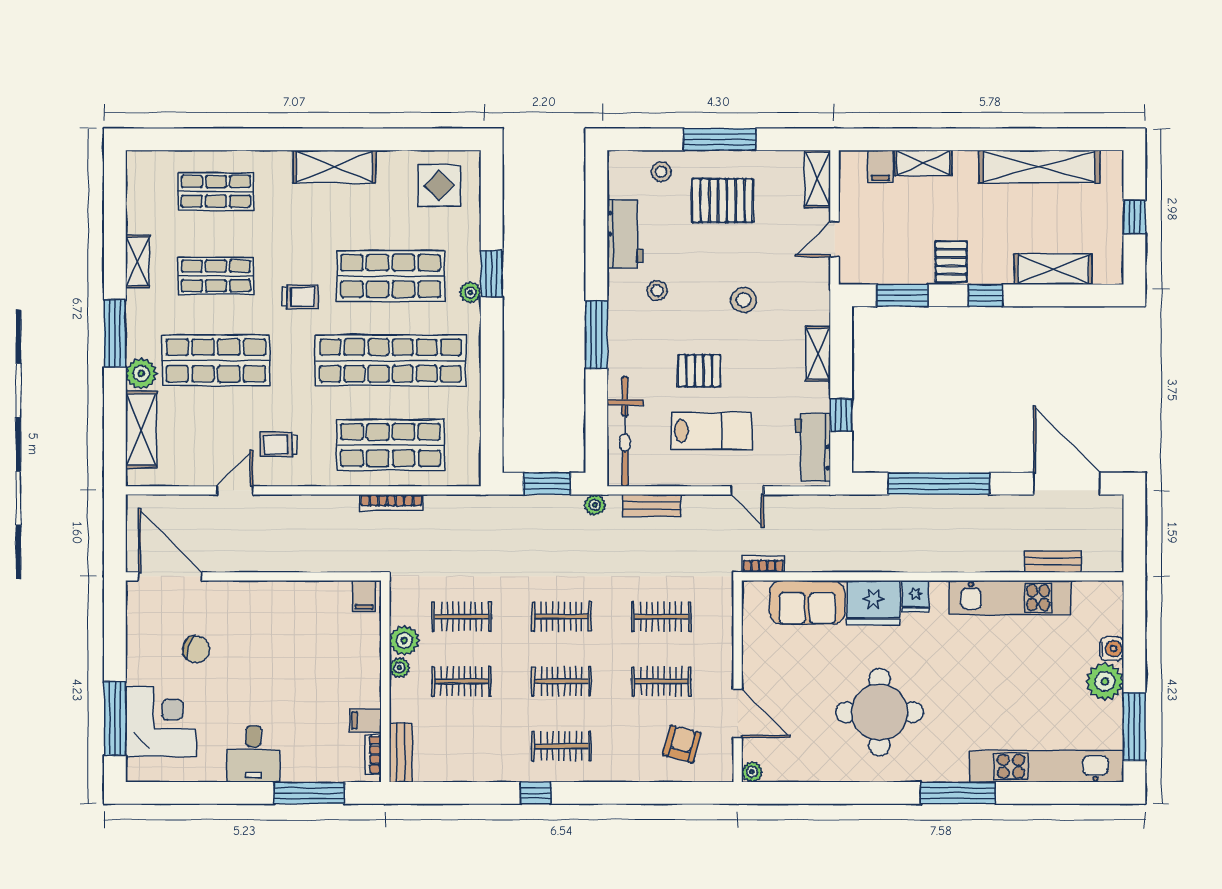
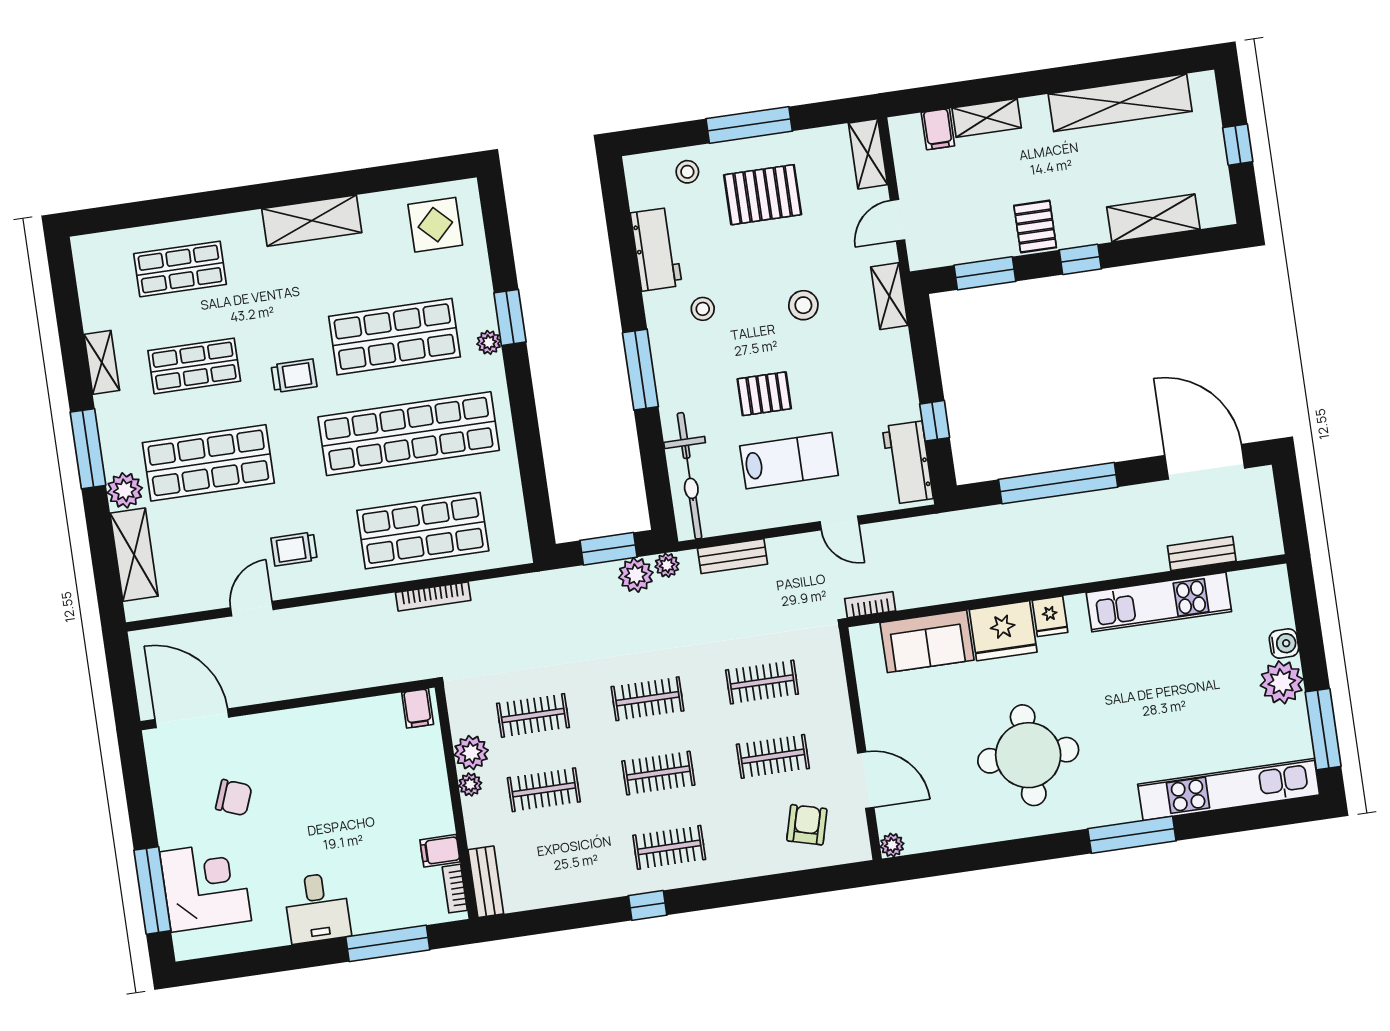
shelving: (818, 354) -> (889, 296), moved
plant: (567, 509) -> (636, 575), added

